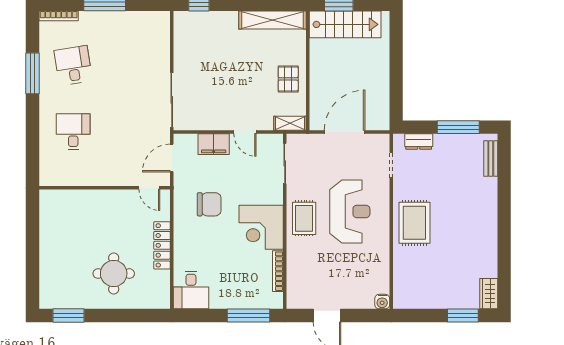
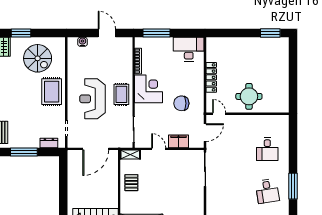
round table: (114, 274) -> (249, 96), moved
spiral stairs: (437, 276) -> (38, 58), added
desk: (191, 290) -> (189, 49), width x1.37
water cooler: (382, 302) -> (82, 42), moved

